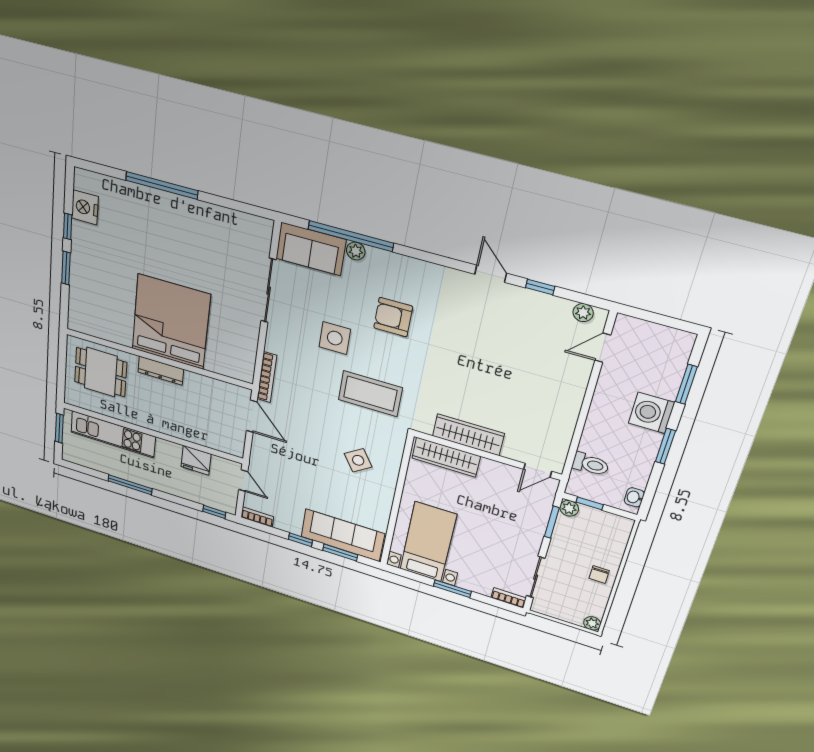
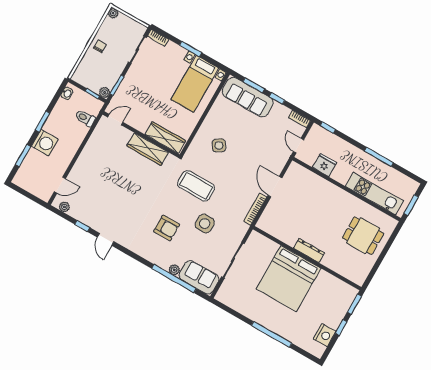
bed: (171, 322) -> (289, 279), moved
wall: (158, 359) -> (307, 258), moved
dresser: (161, 371) -> (309, 250), moved

